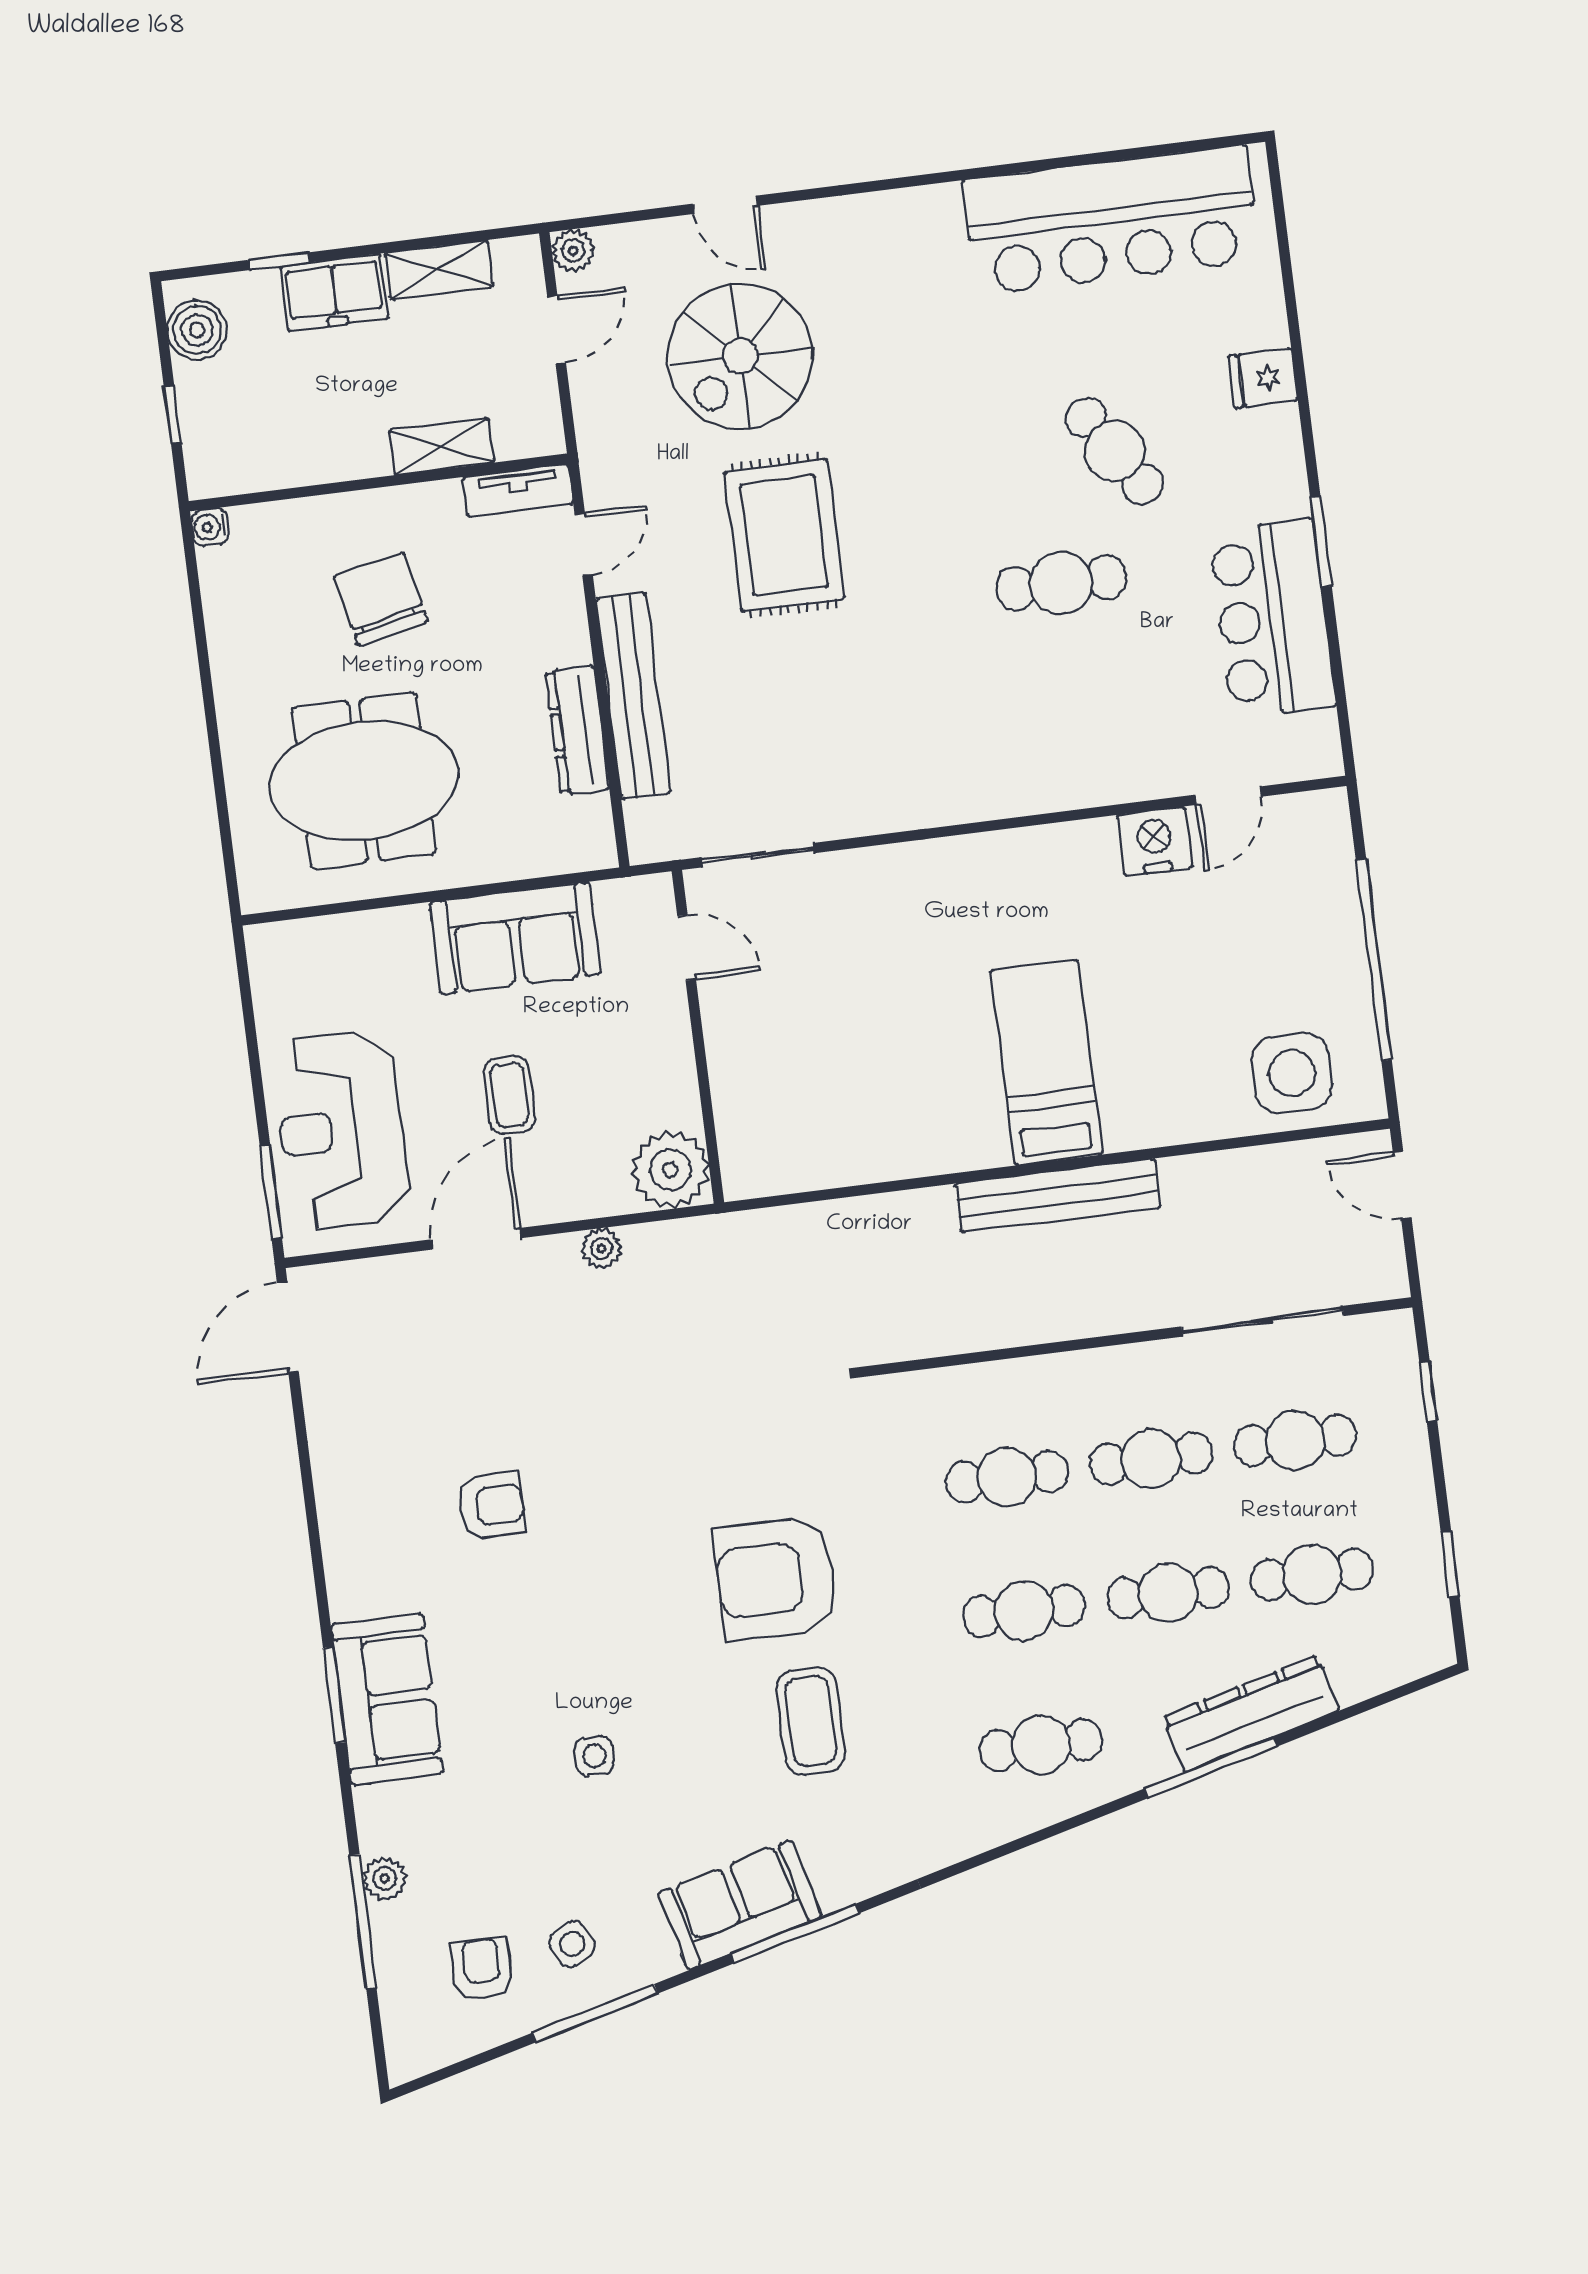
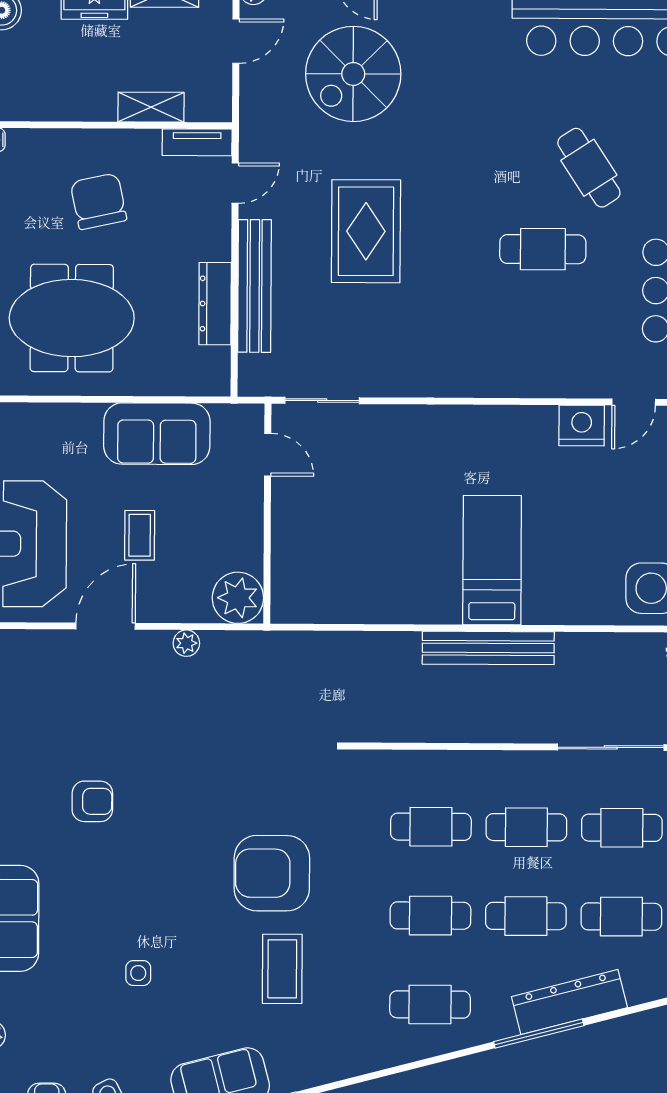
rug: (784, 535) -> (366, 231), moved

